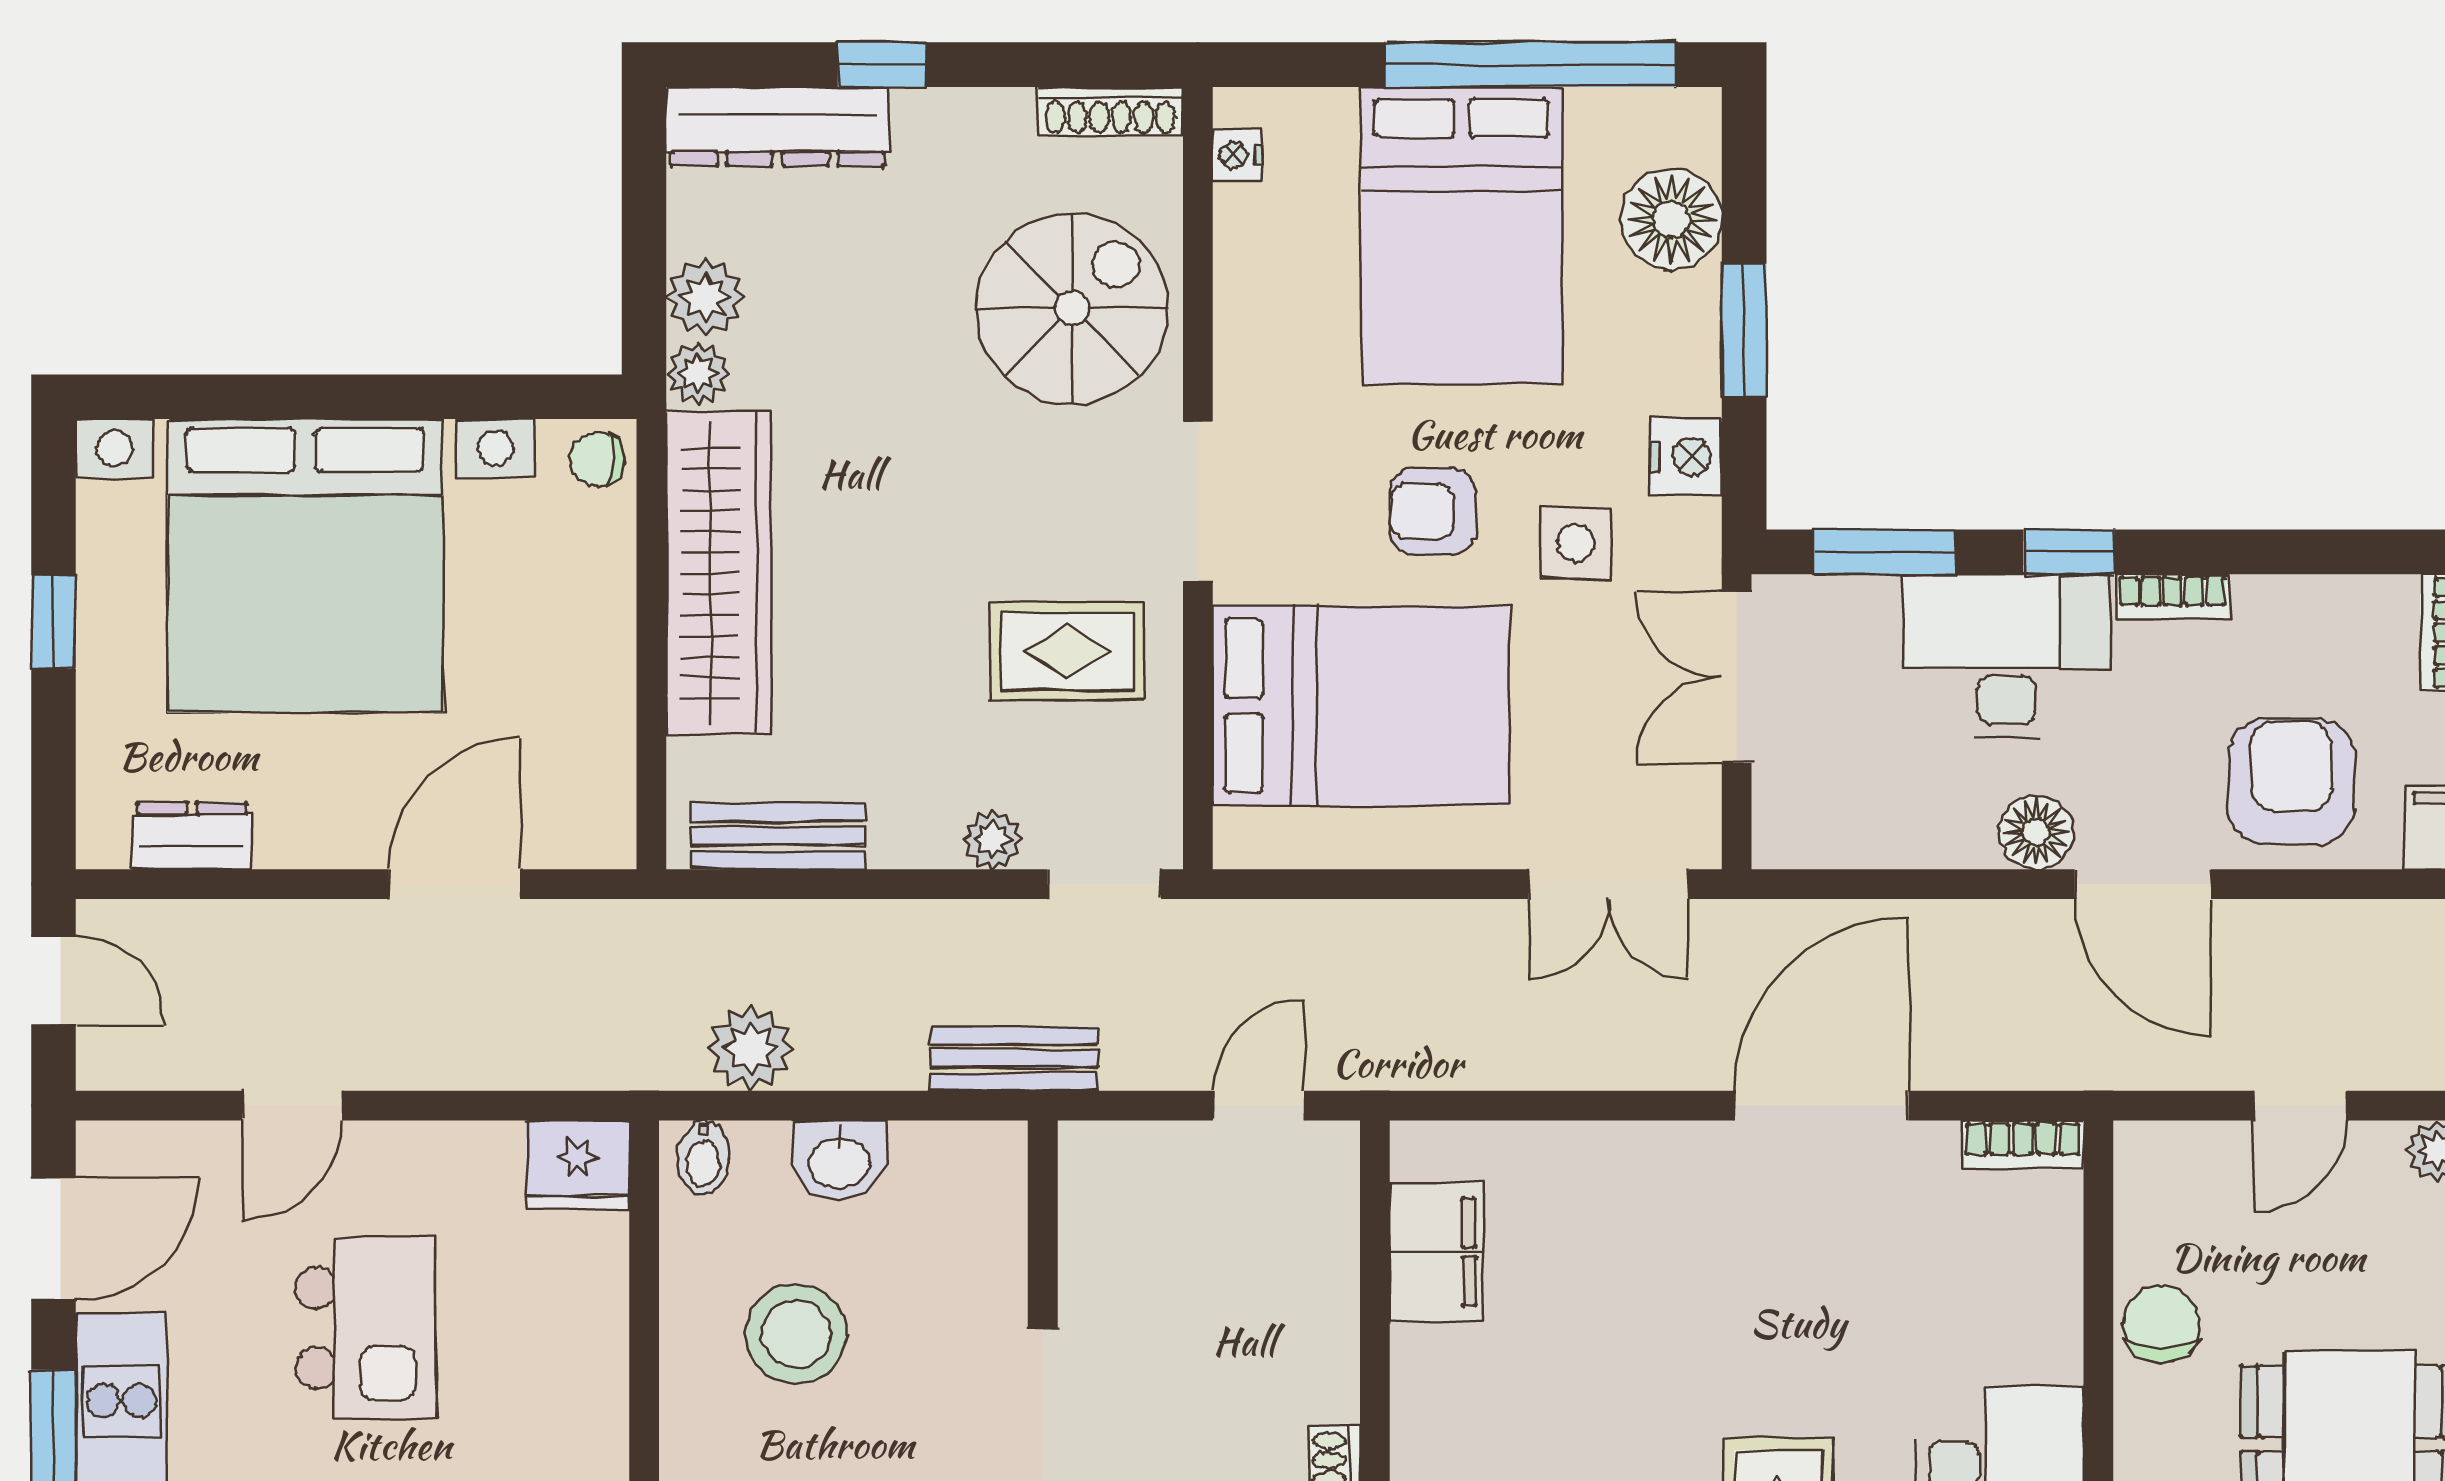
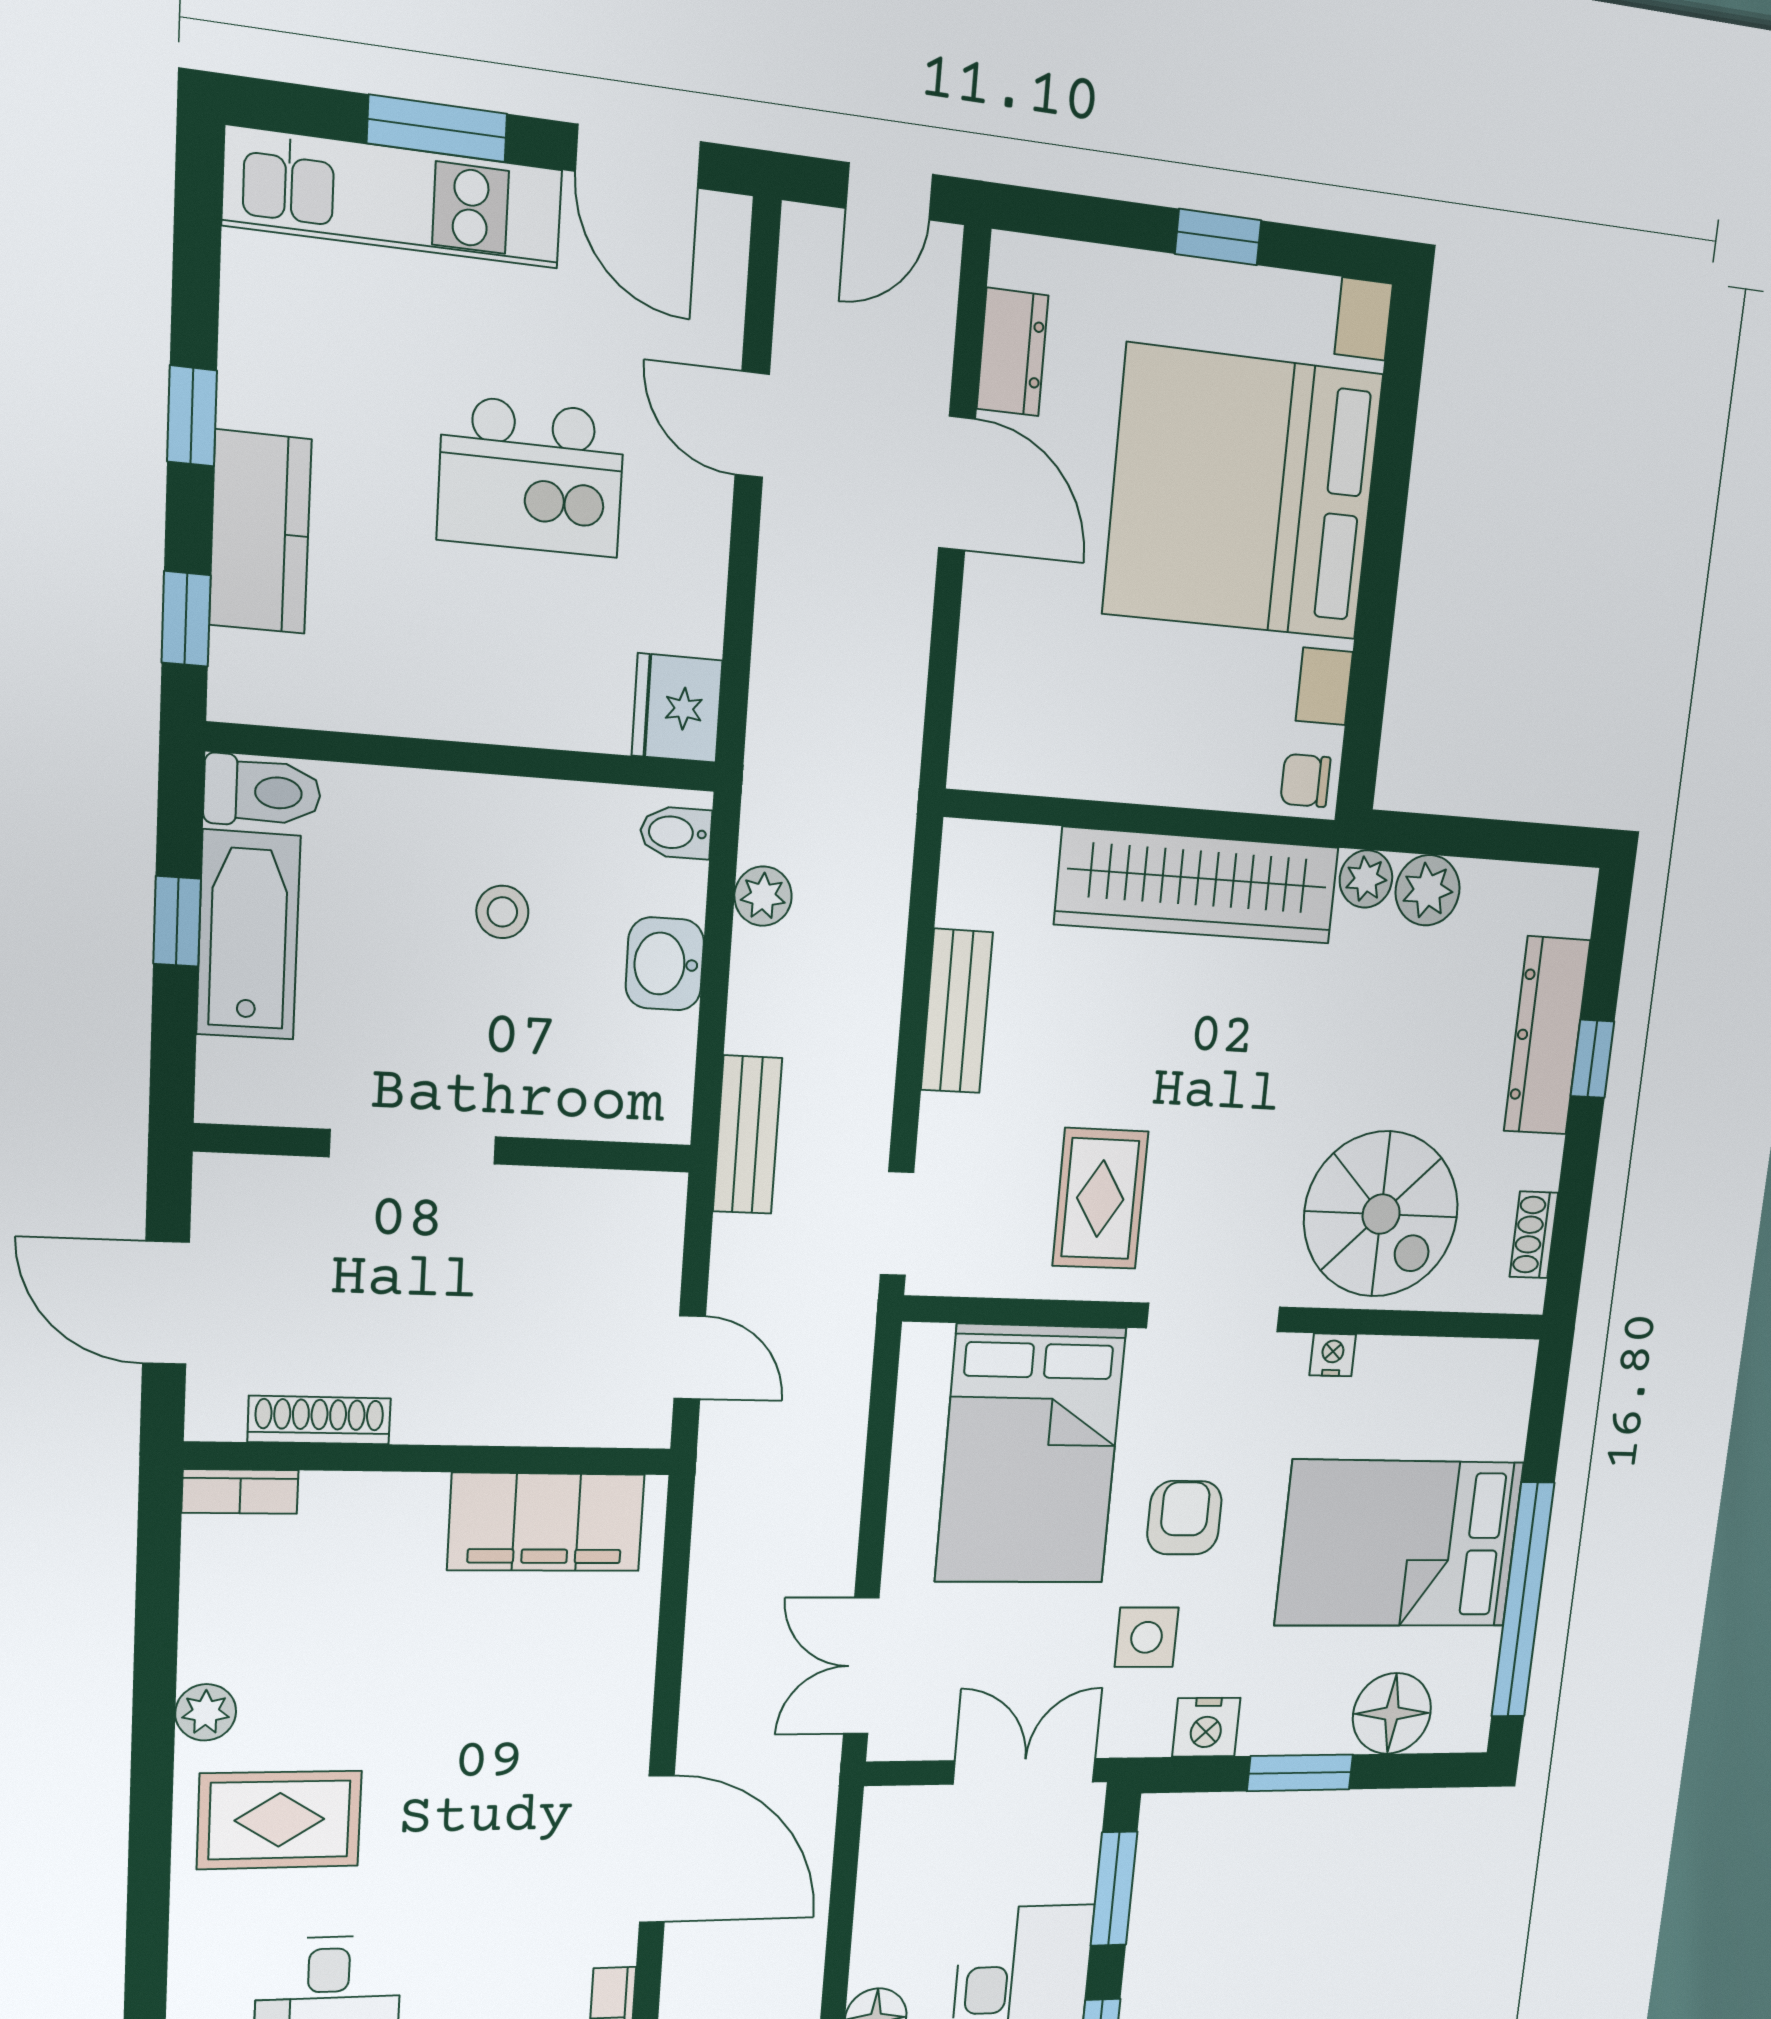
shoe rack: (1111, 111) -> (1534, 1235), width x0.70
dresser: (778, 126) -> (1547, 1036), moved
nightstand: (1237, 155) -> (1333, 1355), moved
chair: (597, 459) -> (1305, 780), turned -90
bench: (778, 836) -> (957, 1011), moved
plant: (993, 840) -> (944, 1124), removed
door: (454, 884) -> (957, 483), moved
plant: (751, 1048) -> (763, 896), width x0.73, depth x0.73
filing cabinet: (1436, 1252) -> (546, 1522), width x1.50, depth x1.17
stool: (796, 1334) -> (502, 912), width x0.53, depth x0.53

